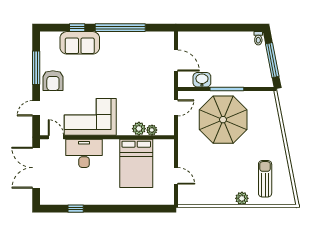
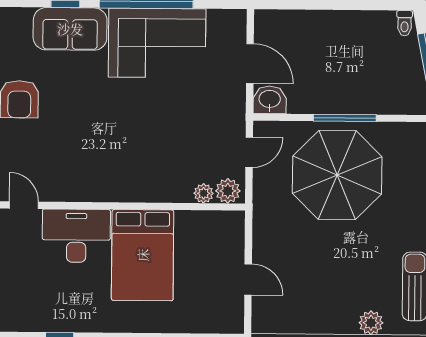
washbasin: (202, 80) -> (270, 100), moved
corner sofa: (90, 117) -> (157, 43), moved, turned 180
plant: (139, 129) -> (228, 191), moved
bed: (136, 163) -> (143, 255), moved

